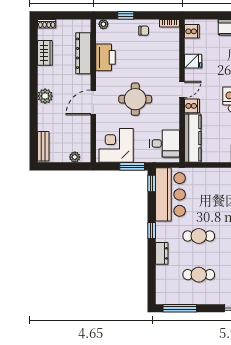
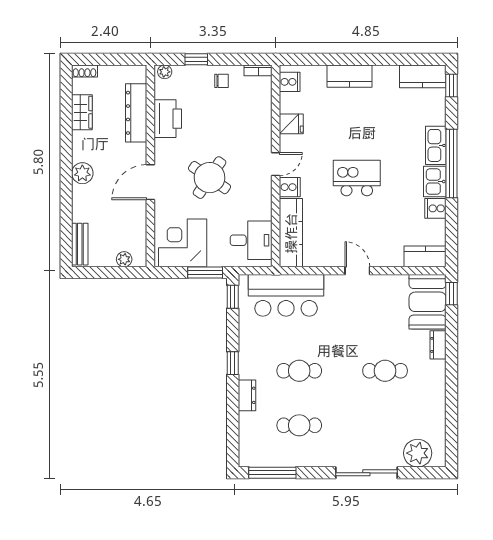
round table: (135, 99) -> (210, 178), turned 34
bar counter: (170, 194) -> (286, 295), moved, turned 90

